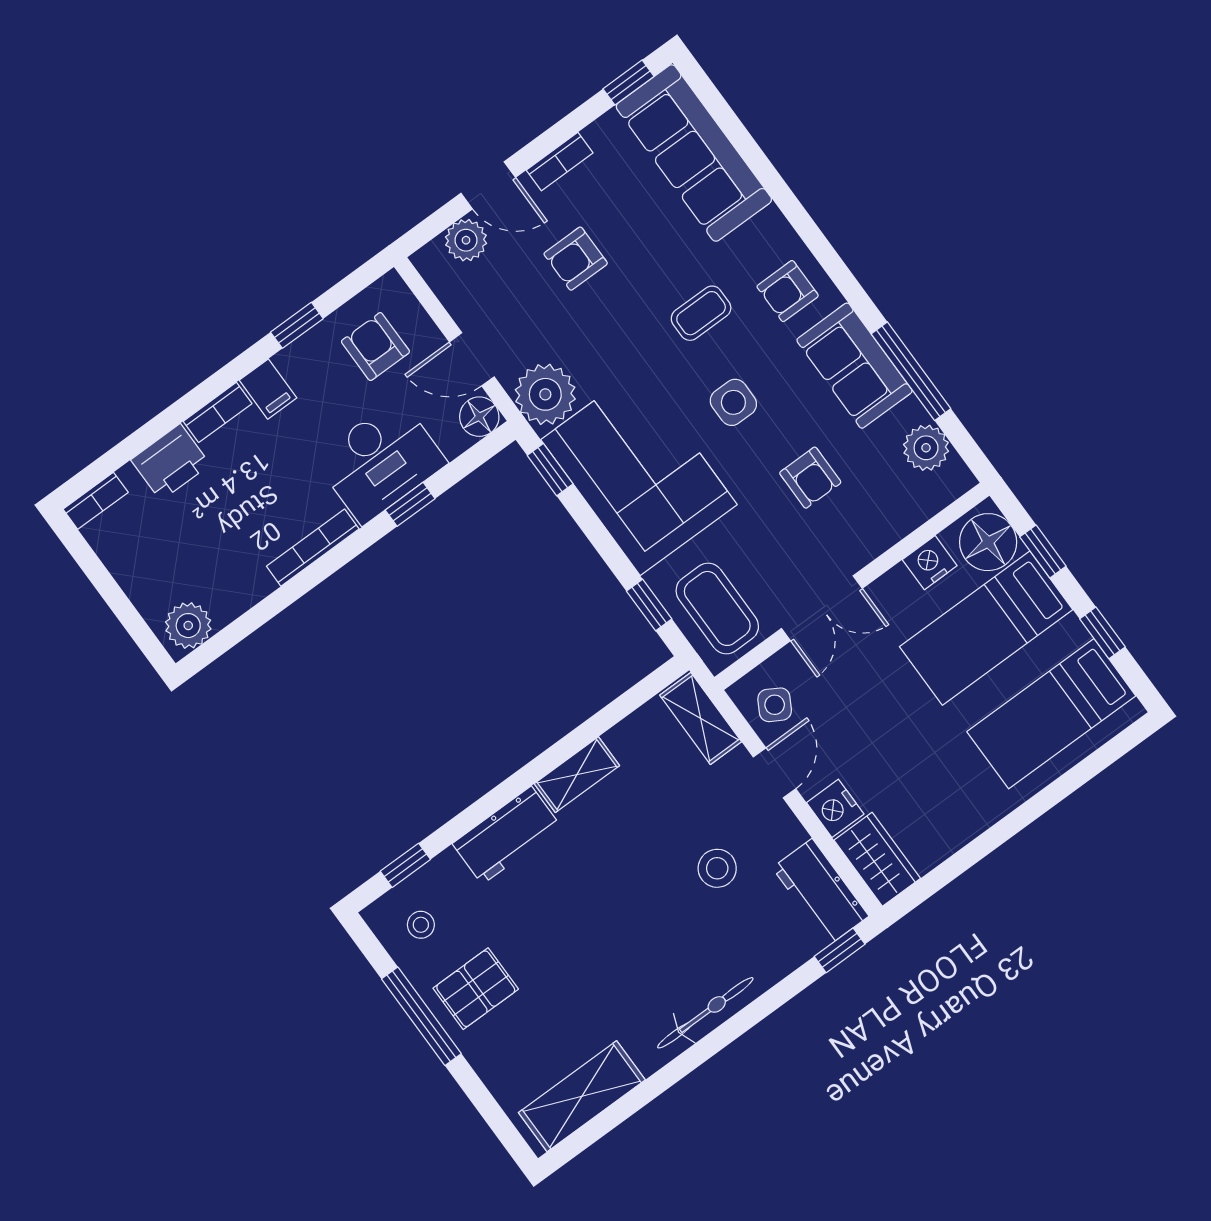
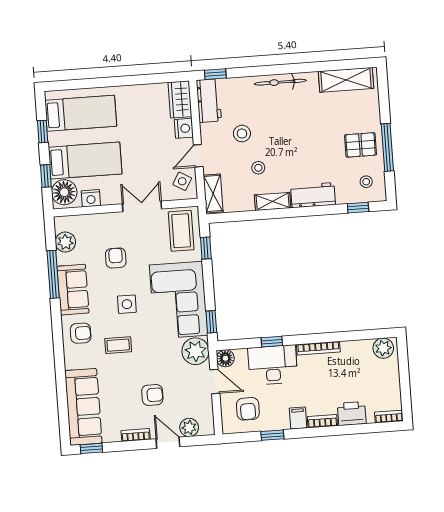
stool: (645, 822) -> (258, 168), added

